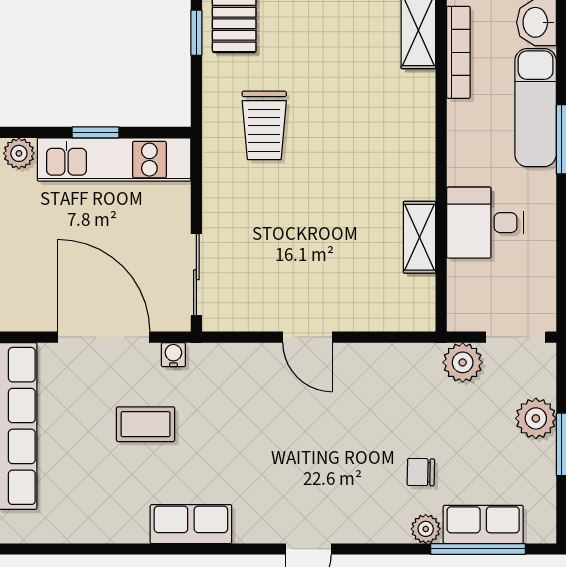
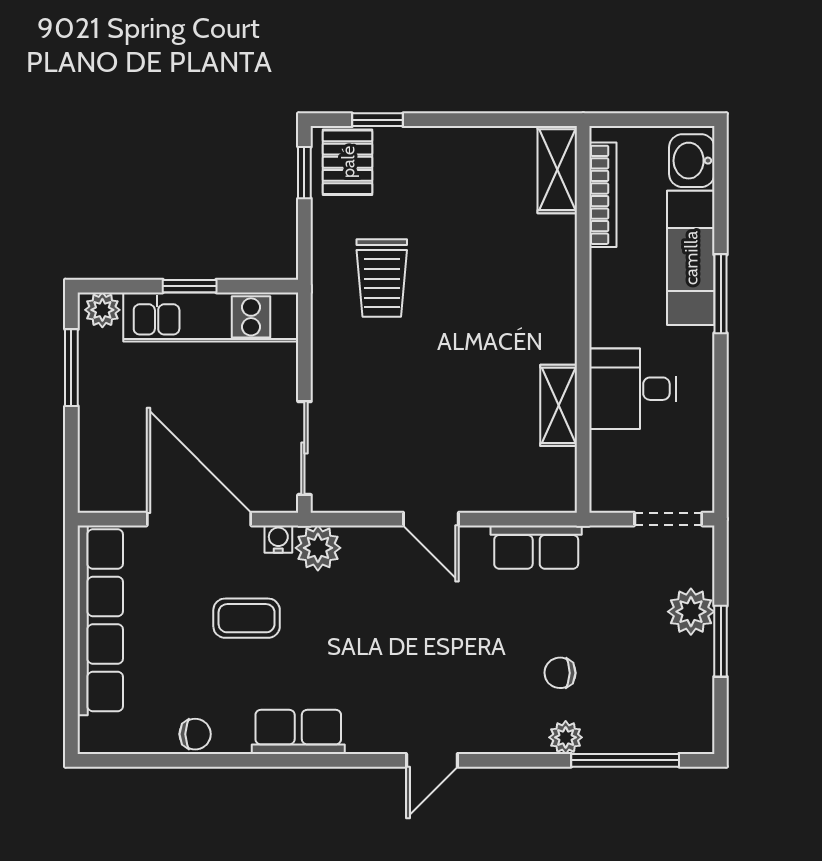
plant: (463, 362) -> (318, 548), moved
row of seats: (483, 524) -> (536, 547), moved, turned 180
chair: (100, 526) -> (195, 734), added

